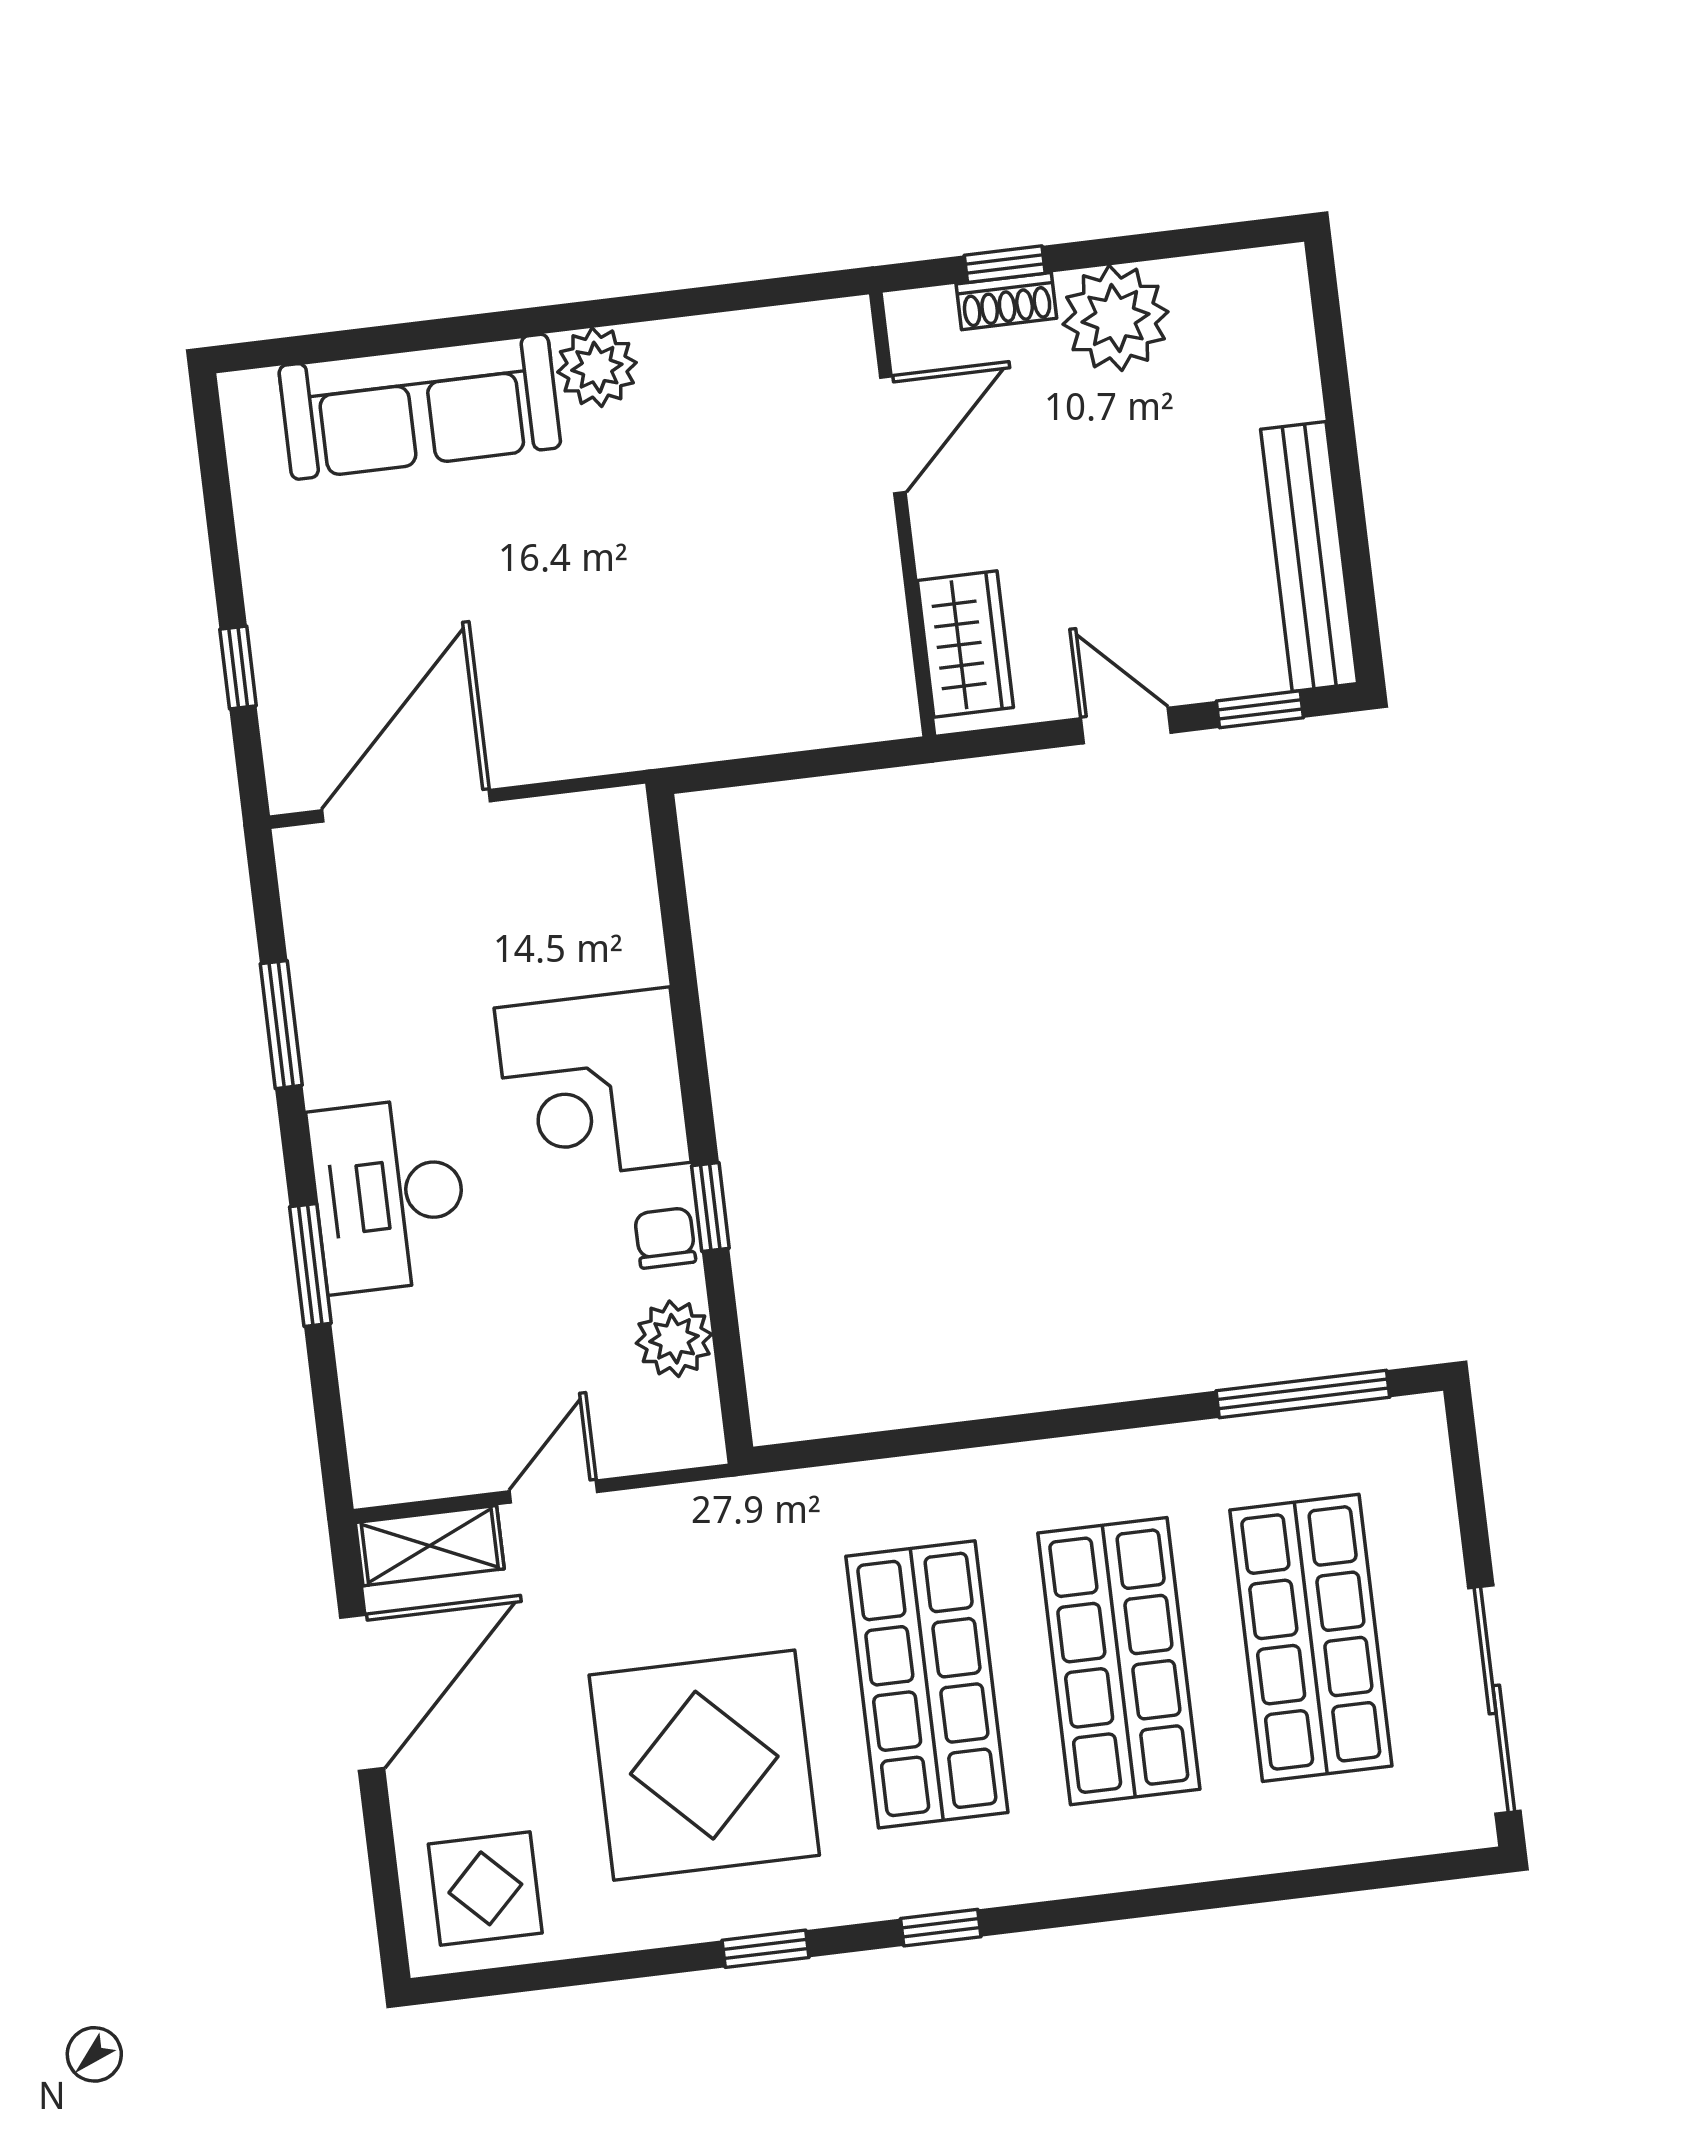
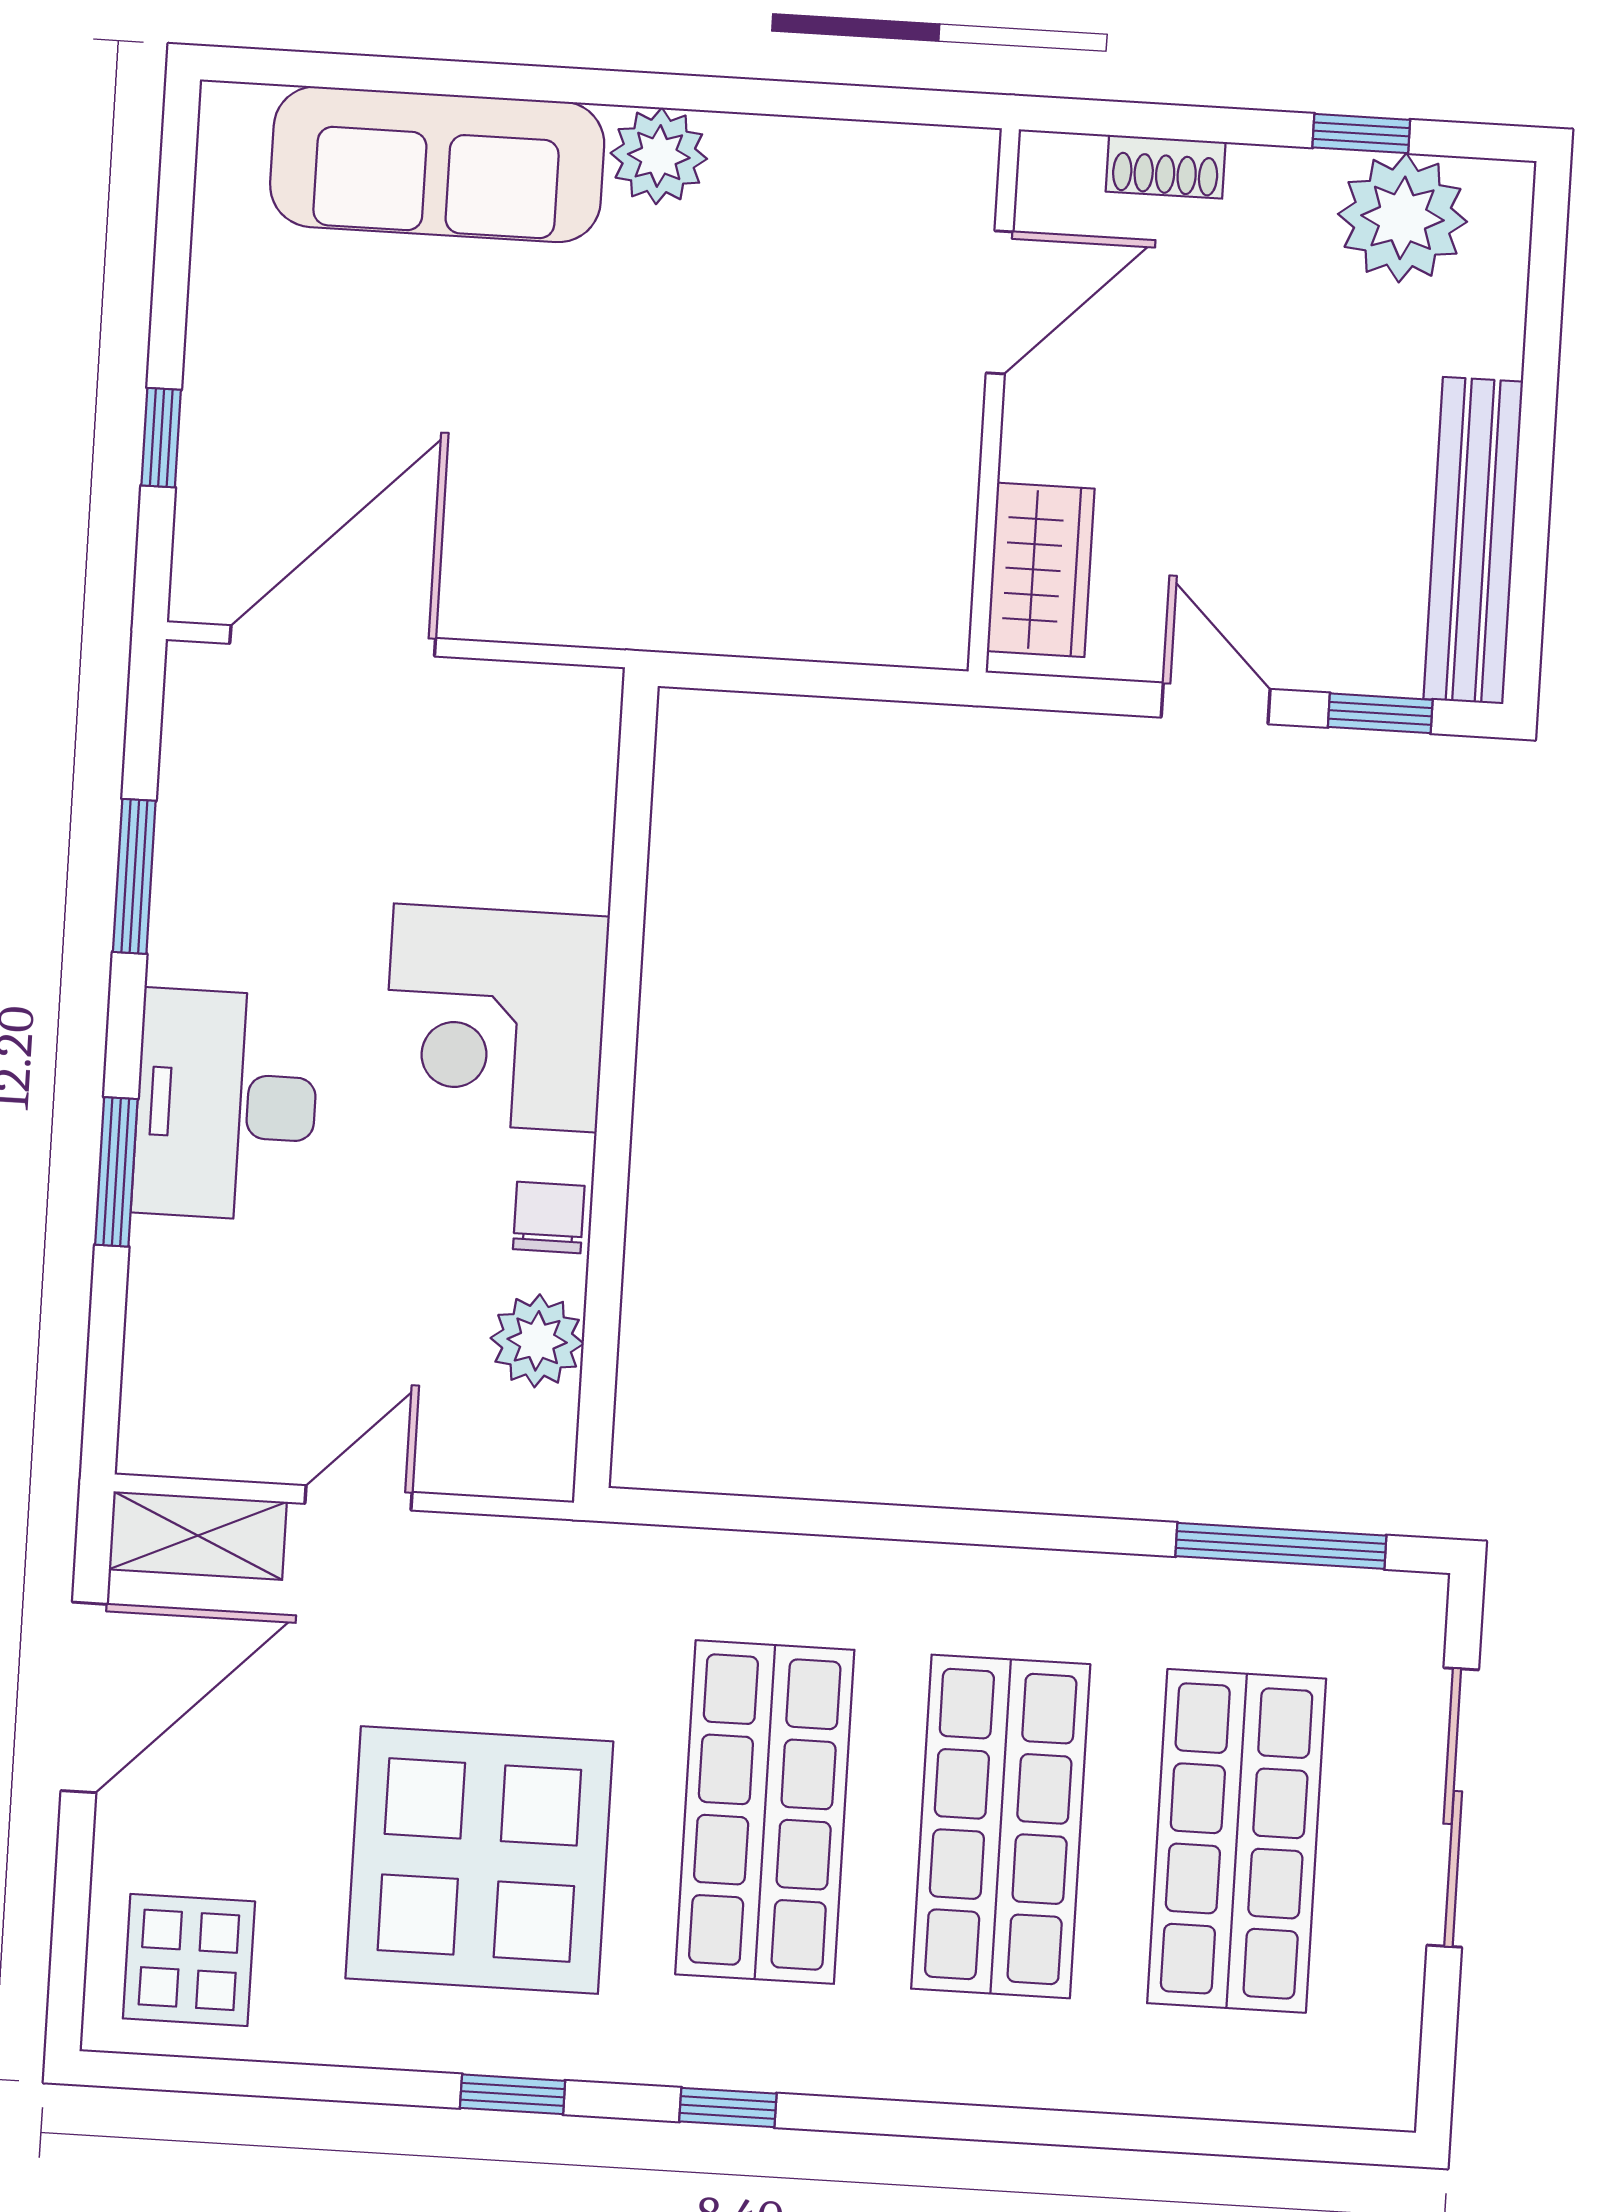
window: (1005, 264) -> (1361, 134), moved
plant: (1116, 318) -> (1402, 218), moved
window: (710, 1207) -> (610, 1190), removed
sliding door: (1494, 1700) -> (1453, 1808), moved

